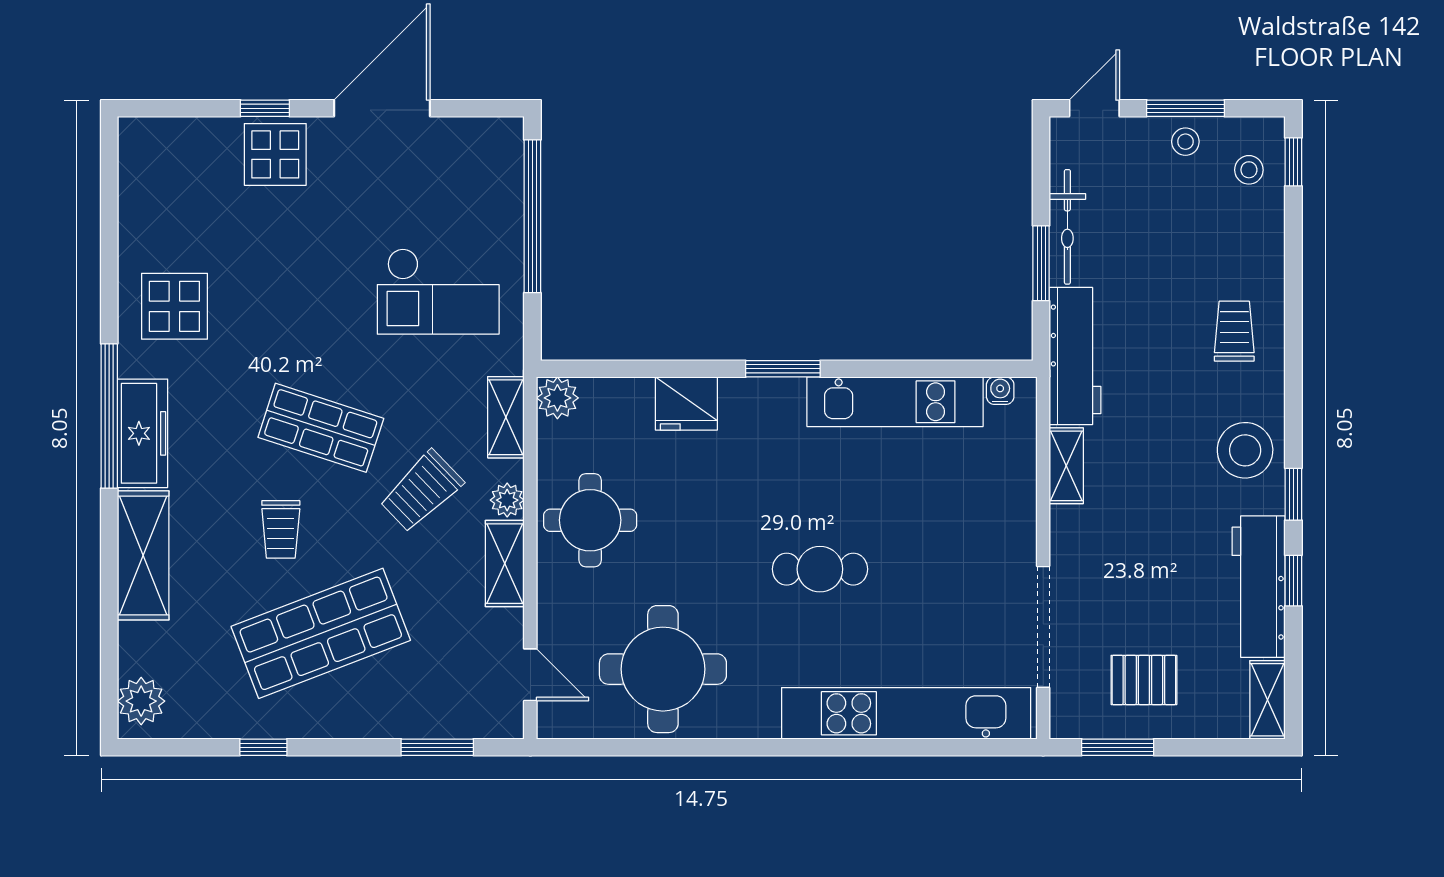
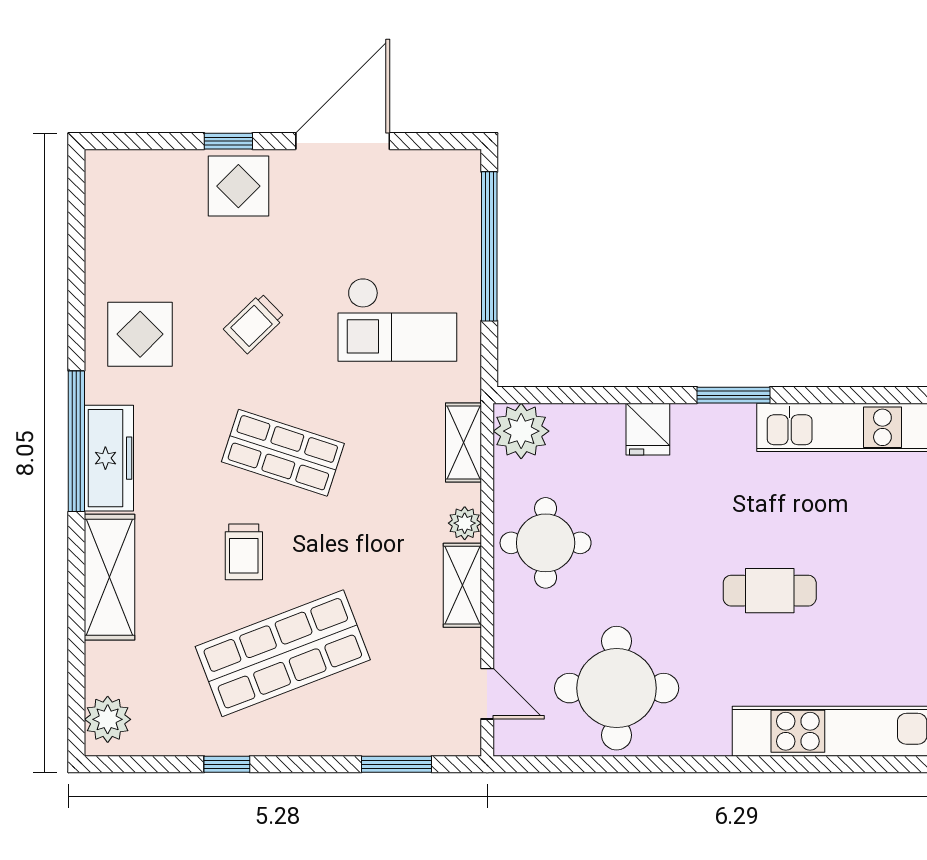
plant: (557, 398) -> (521, 431), width x1.36, depth x1.36
fridge: (686, 404) -> (648, 429), width x0.72
trolley: (421, 491) -> (254, 323), moved, width x0.73, depth x0.72

